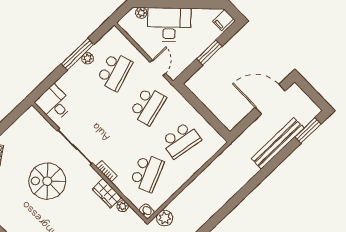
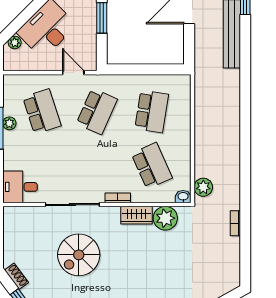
school desk: (148, 106) -> (97, 111), turned 39
plant: (123, 206) -> (165, 218), width x1.88, depth x1.88

